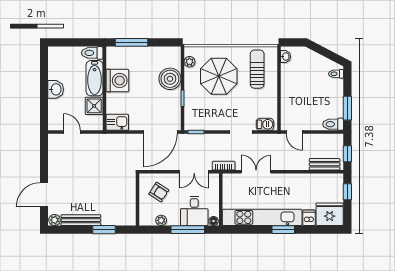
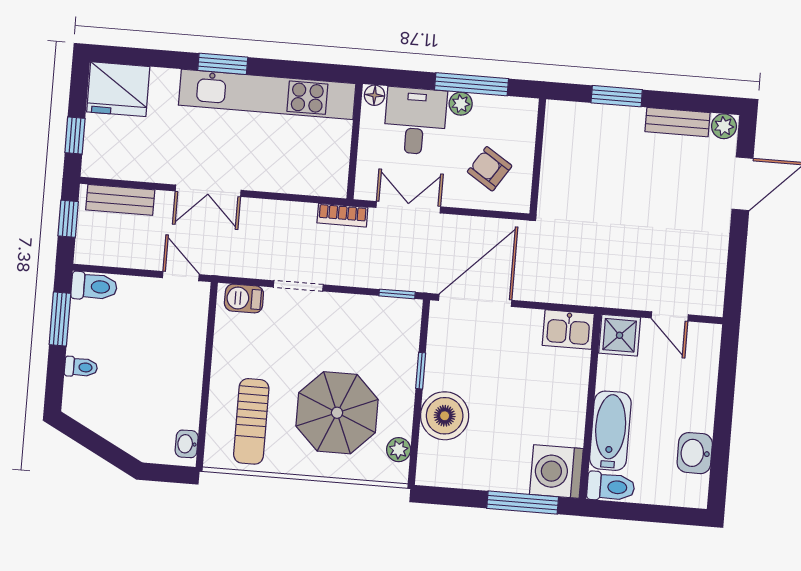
toilet: (336, 74) -> (81, 367), moved
washing machine: (117, 81) -> (556, 472), moved
washbasin: (56, 89) -> (695, 453), moved
shower: (94, 106) -> (620, 335), moved
double door: (256, 172) -> (208, 191), moved
dishwasher: (309, 218) -> (164, 85), removed
bench: (81, 220) -> (678, 122), width x0.73
plant: (161, 220) -> (461, 104), moved
window: (188, 230) -> (472, 84), moved

